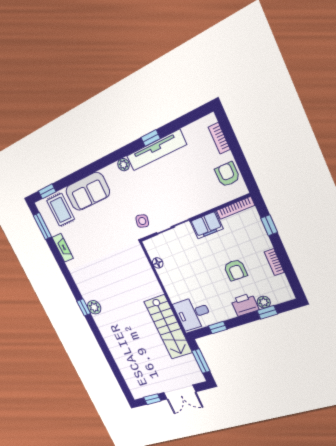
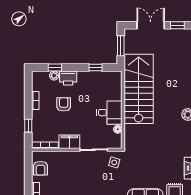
desk: (193, 313) -> (109, 113), moved
stairs: (168, 327) -> (139, 89), width x1.36, depth x1.51

